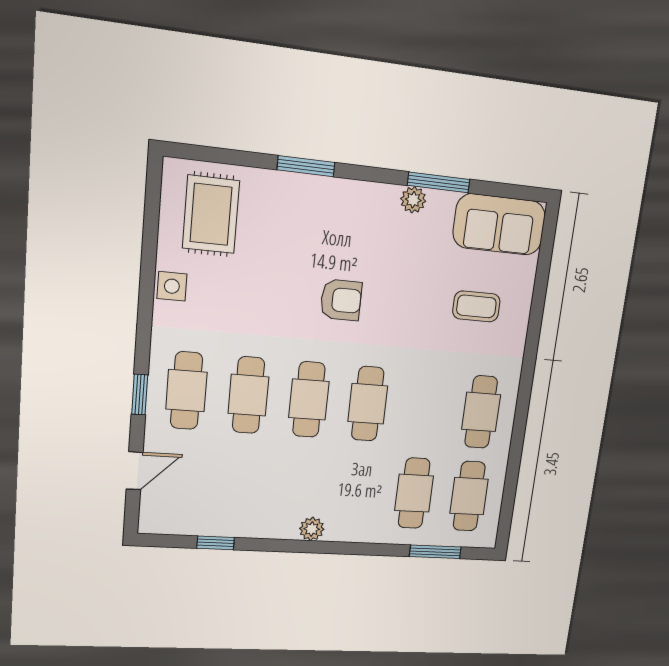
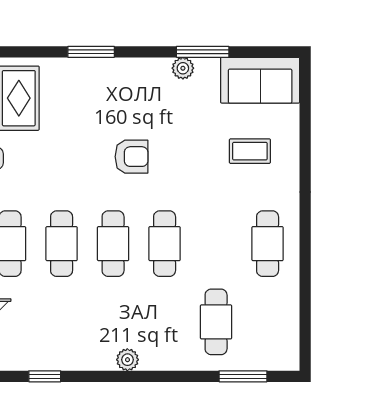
cafe table: (469, 496) -> (268, 322), removed

